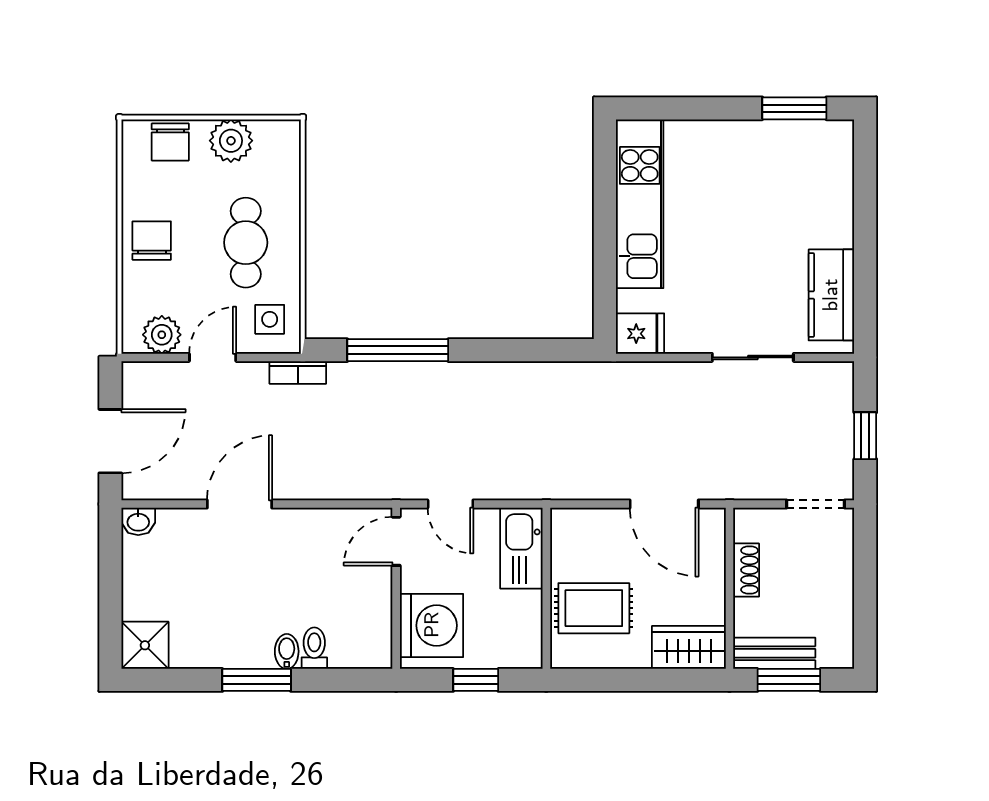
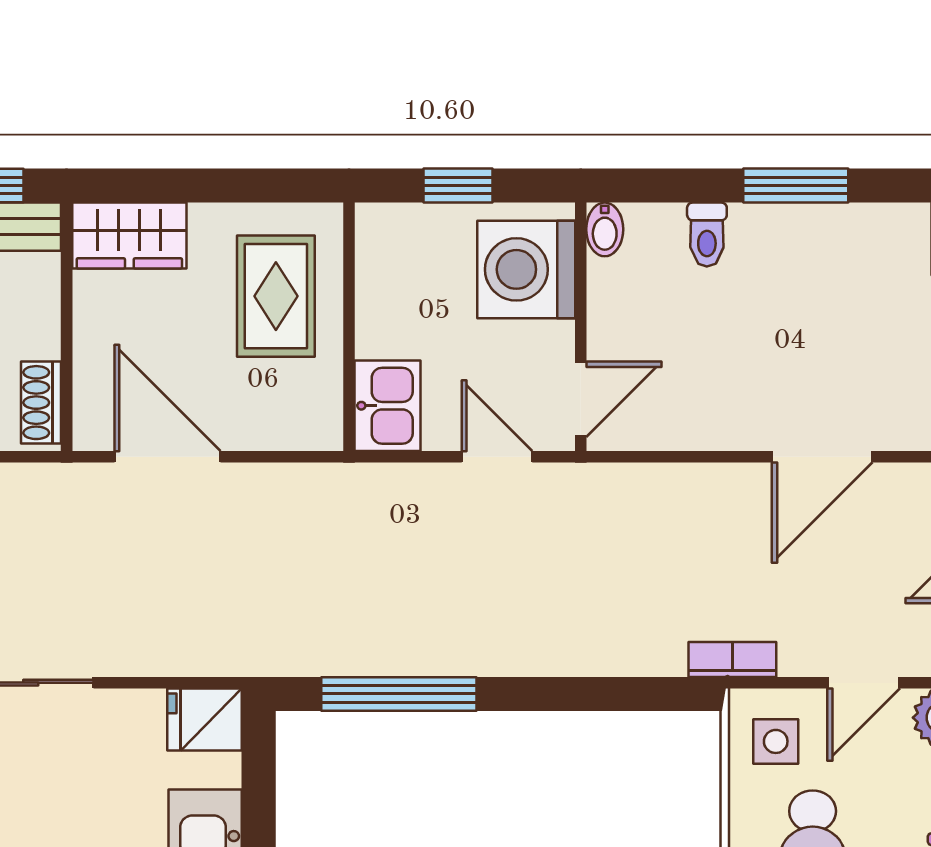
window: (398, 350) -> (399, 694), moved
kitchen sink: (521, 548) -> (388, 406), width x0.73
shoe rack: (746, 570) -> (41, 403), moved
rug: (594, 608) -> (276, 296), turned 90
bidet: (287, 651) -> (605, 229), moved

